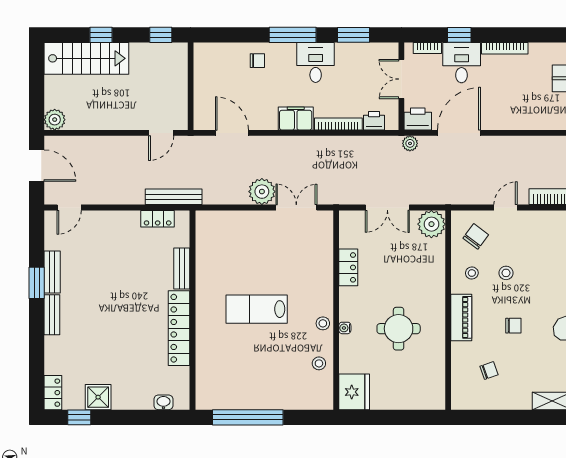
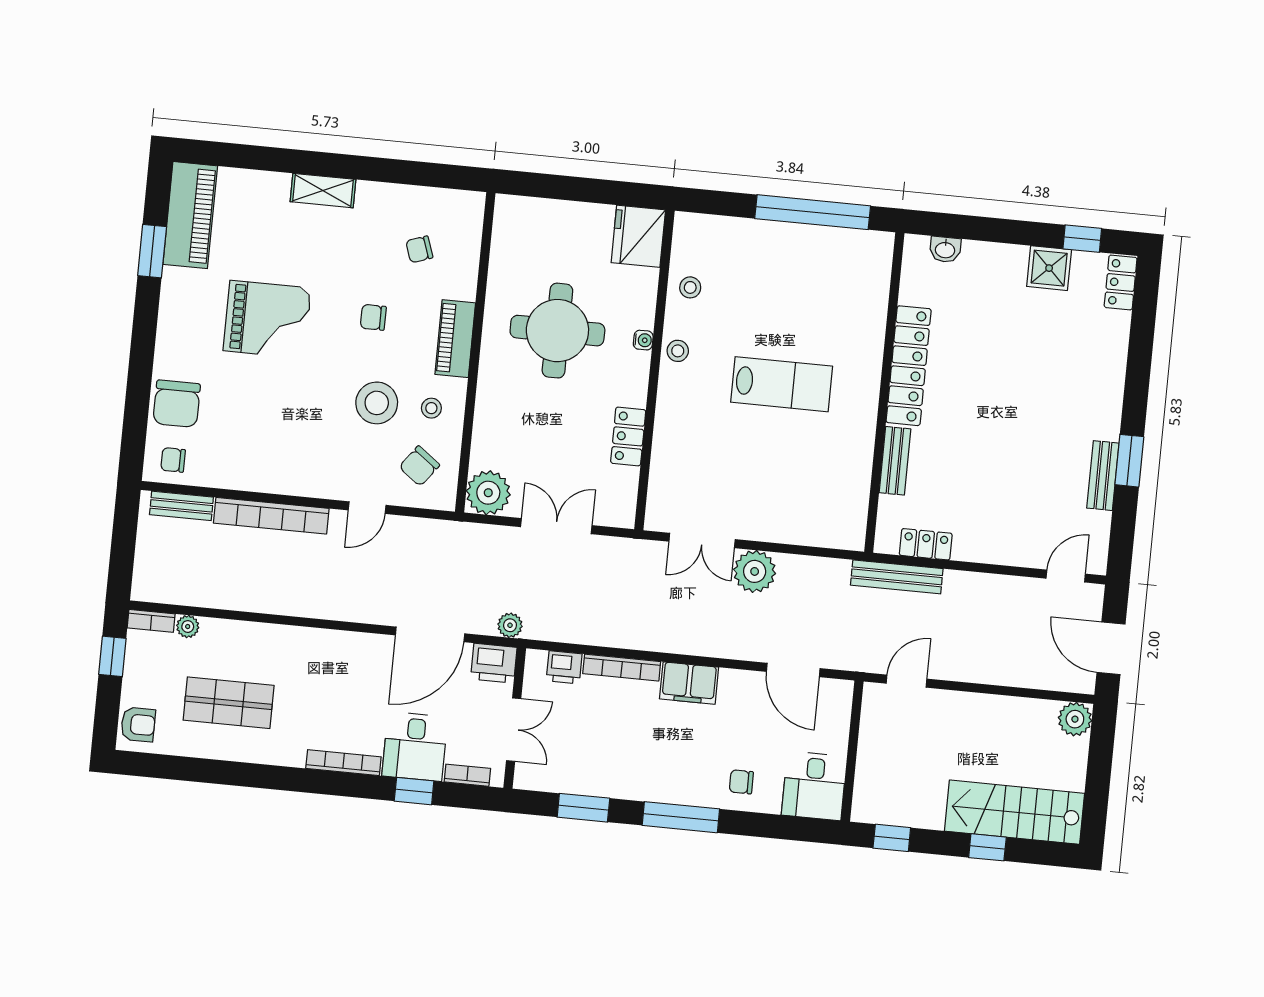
desk: (316, 62) -> (814, 786), moved
stool: (506, 273) -> (377, 403), width x1.89, depth x1.89
bench: (52, 315) -> (1110, 407), removed
round table: (399, 329) -> (557, 331), width x1.36, depth x1.36

